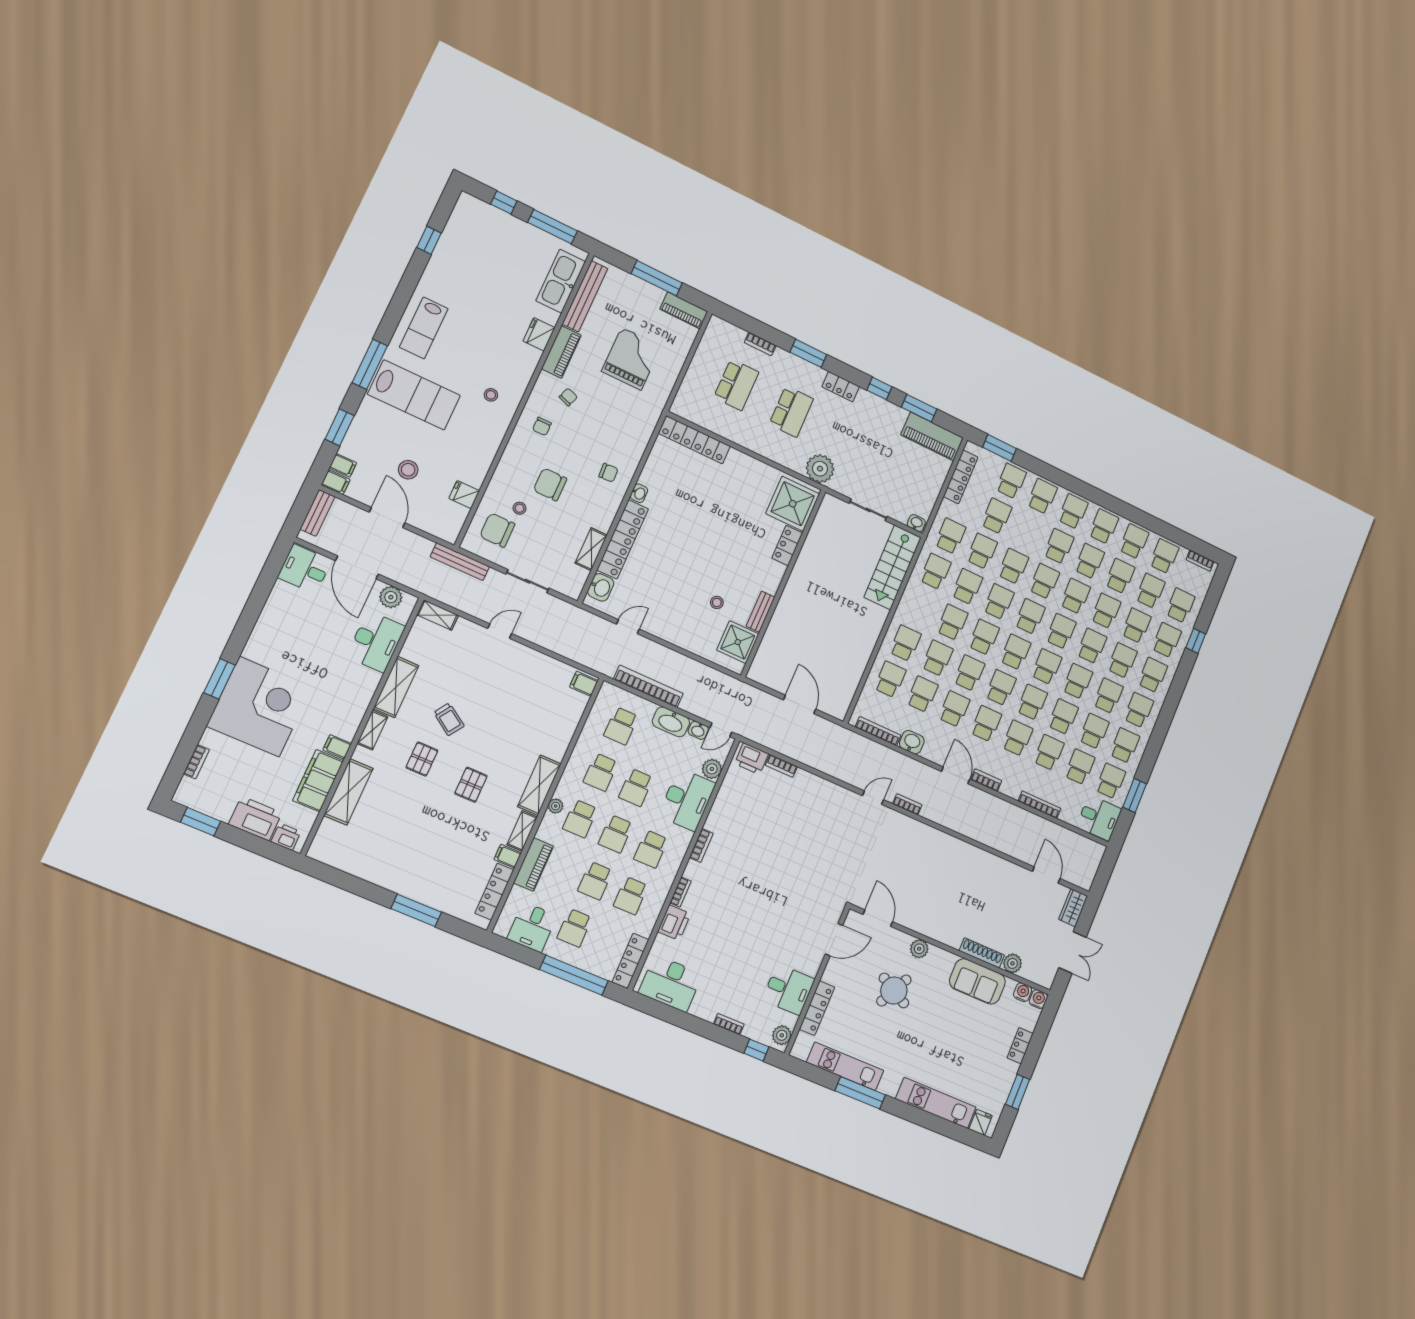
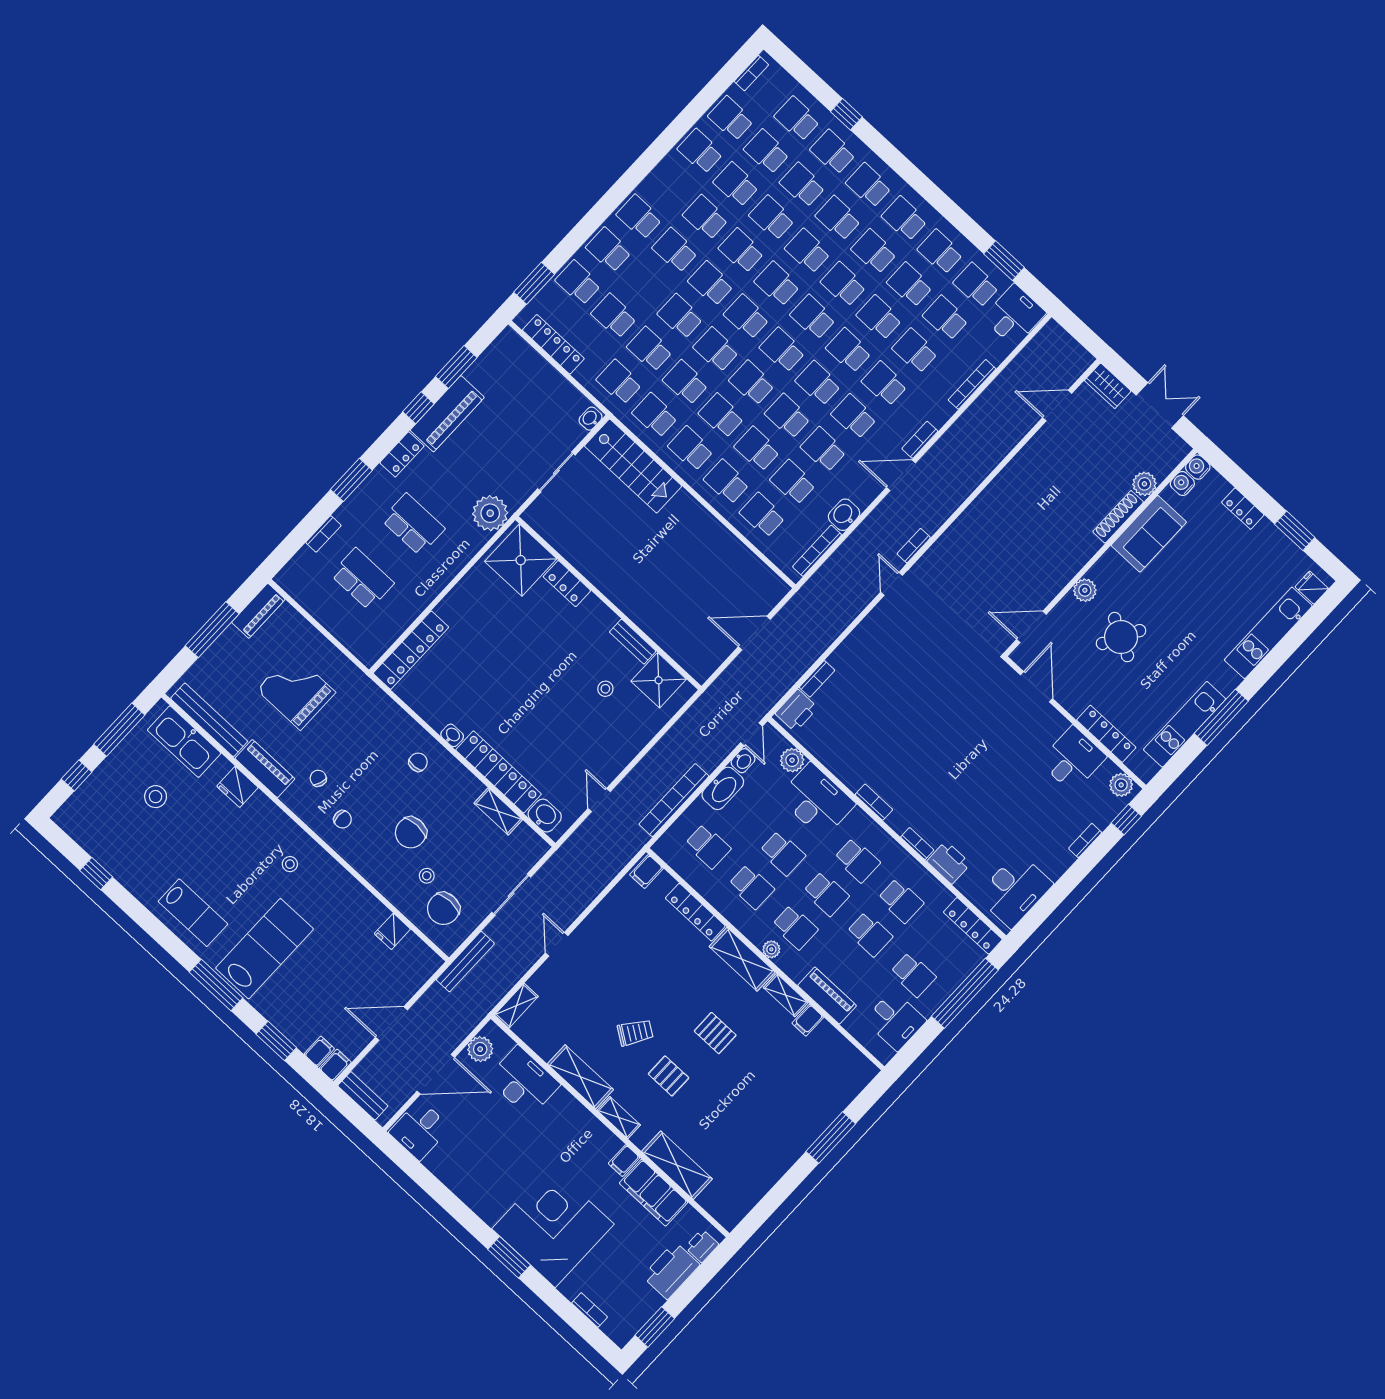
piano: (932, 436) -> (447, 414), moved
stool: (408, 470) -> (156, 797), moved
school desk: (1104, 527) -> (691, 449), moved
locker: (494, 892) -> (695, 912), moved

